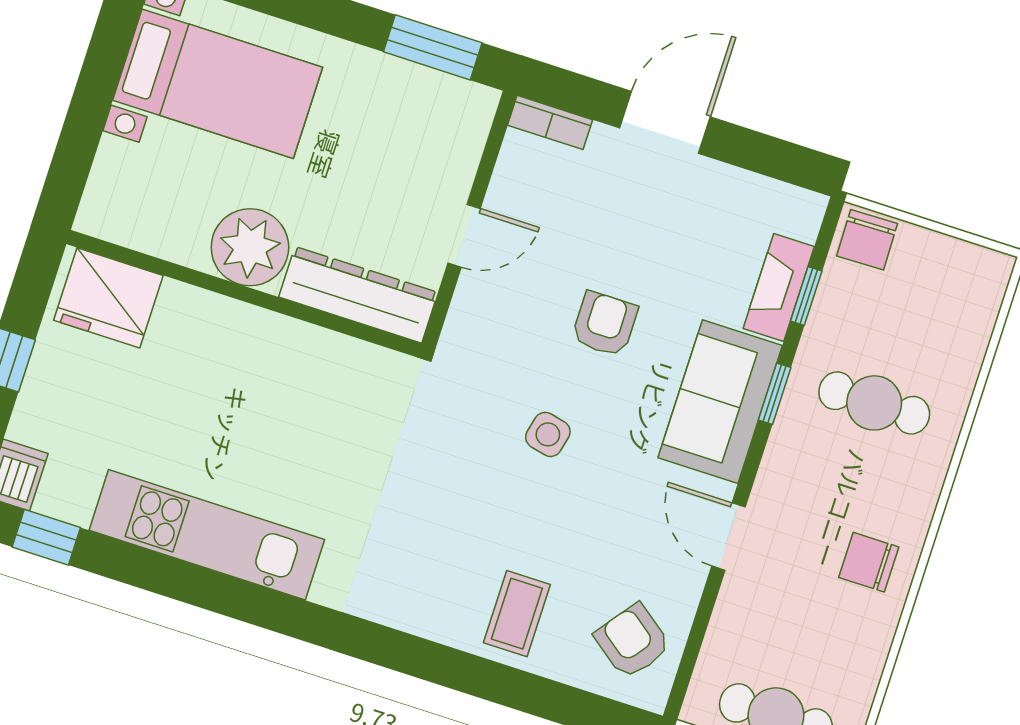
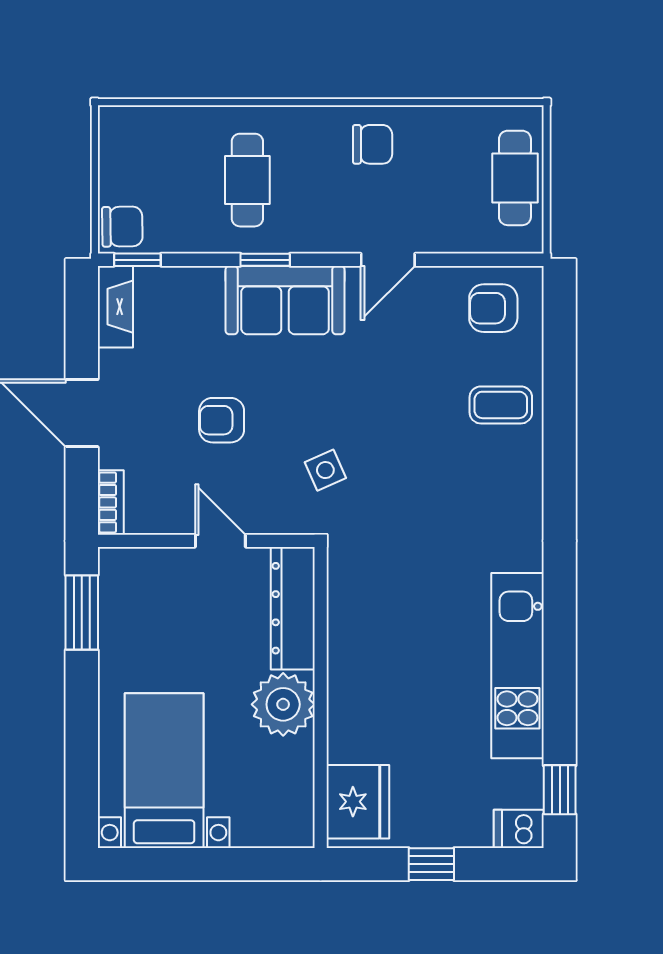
fireplace: (779, 288) -> (115, 307), moved, turned -90
window: (806, 296) -> (137, 260), moved
armchair: (605, 324) -> (222, 420), moved
side table: (548, 434) -> (325, 470), moved, turned -37
chair: (869, 562) -> (373, 144), turned -90
armchair: (632, 641) -> (493, 308), turned 53

